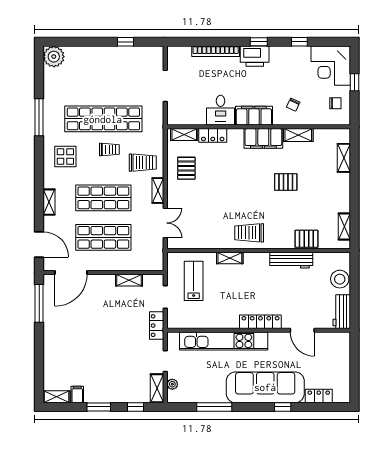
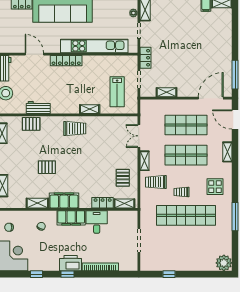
workbench: (291, 260) -> (38, 108), width x0.73

